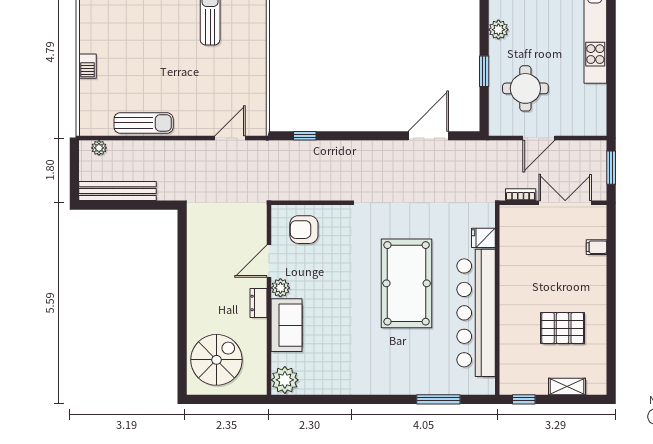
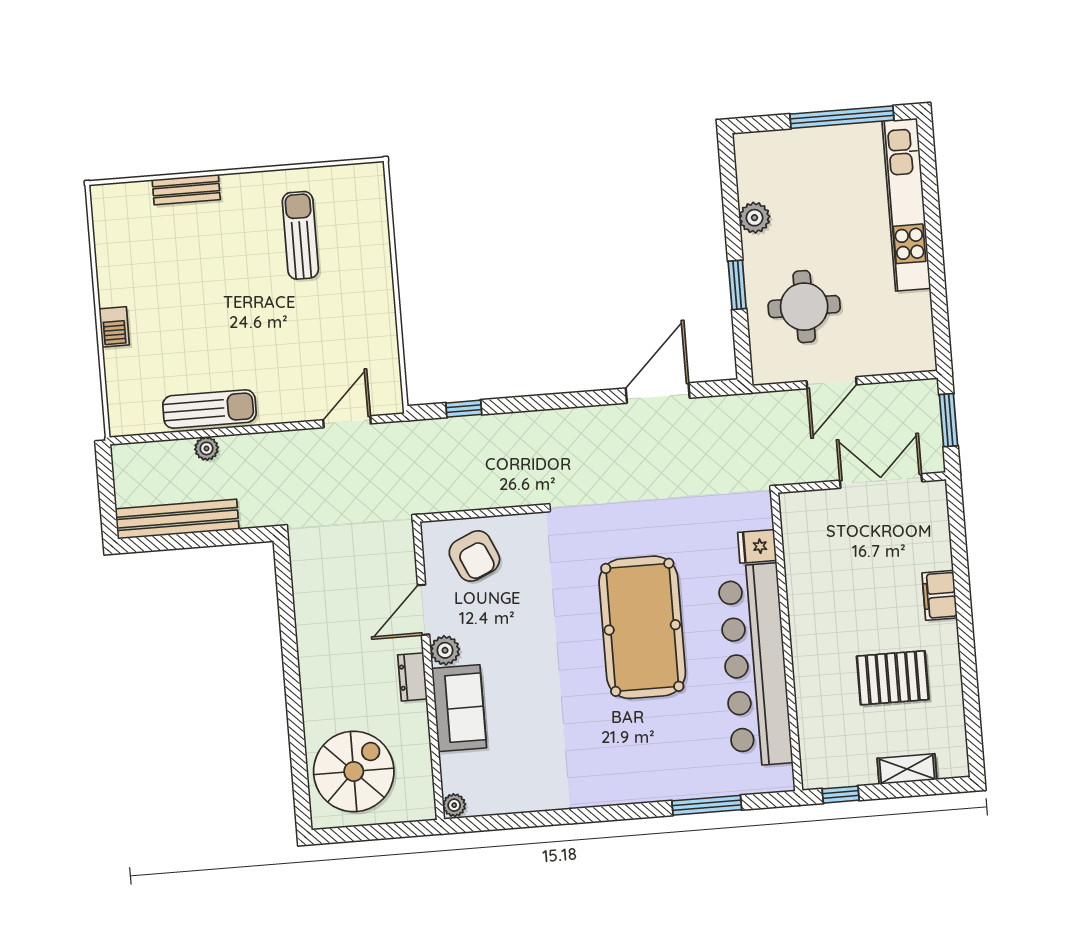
plant: (99, 148) -> (207, 448), moved
bookcase: (521, 195) -> (810, 474), removed
armchair: (304, 230) -> (474, 556), turned -114
filing cabinet: (596, 247) -> (940, 595), moved, width x2.00
plant: (285, 380) -> (454, 805), width x0.53, depth x0.53

